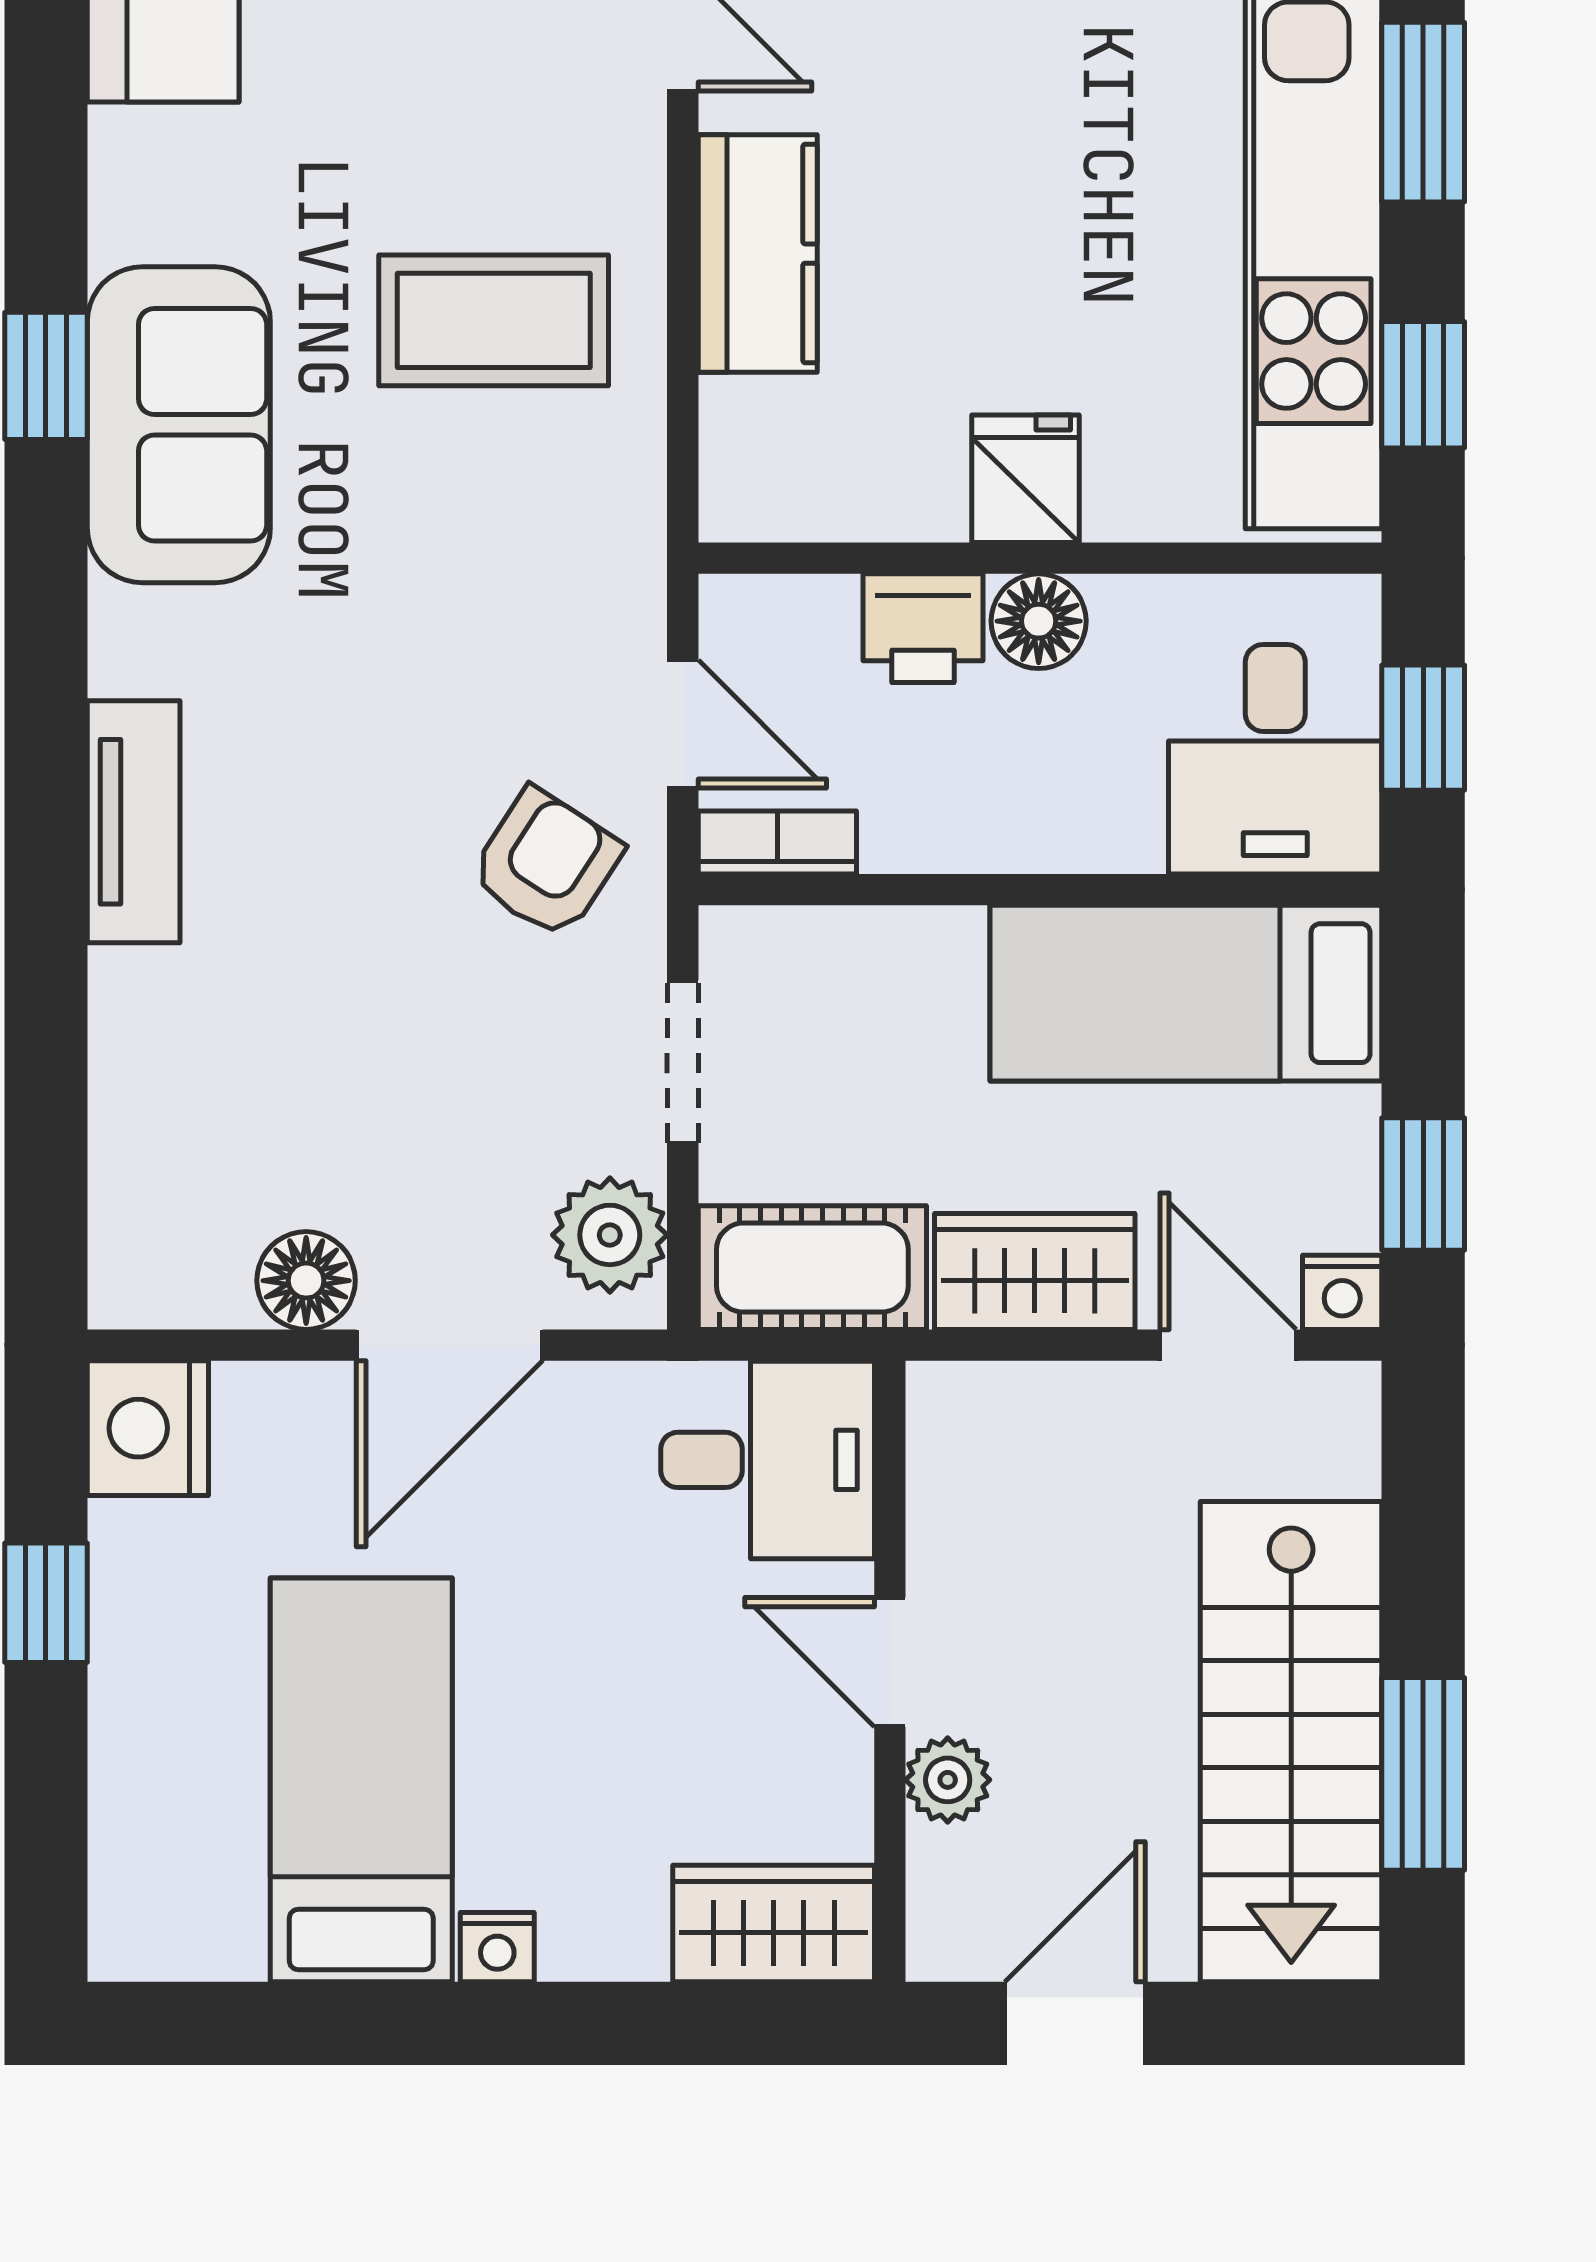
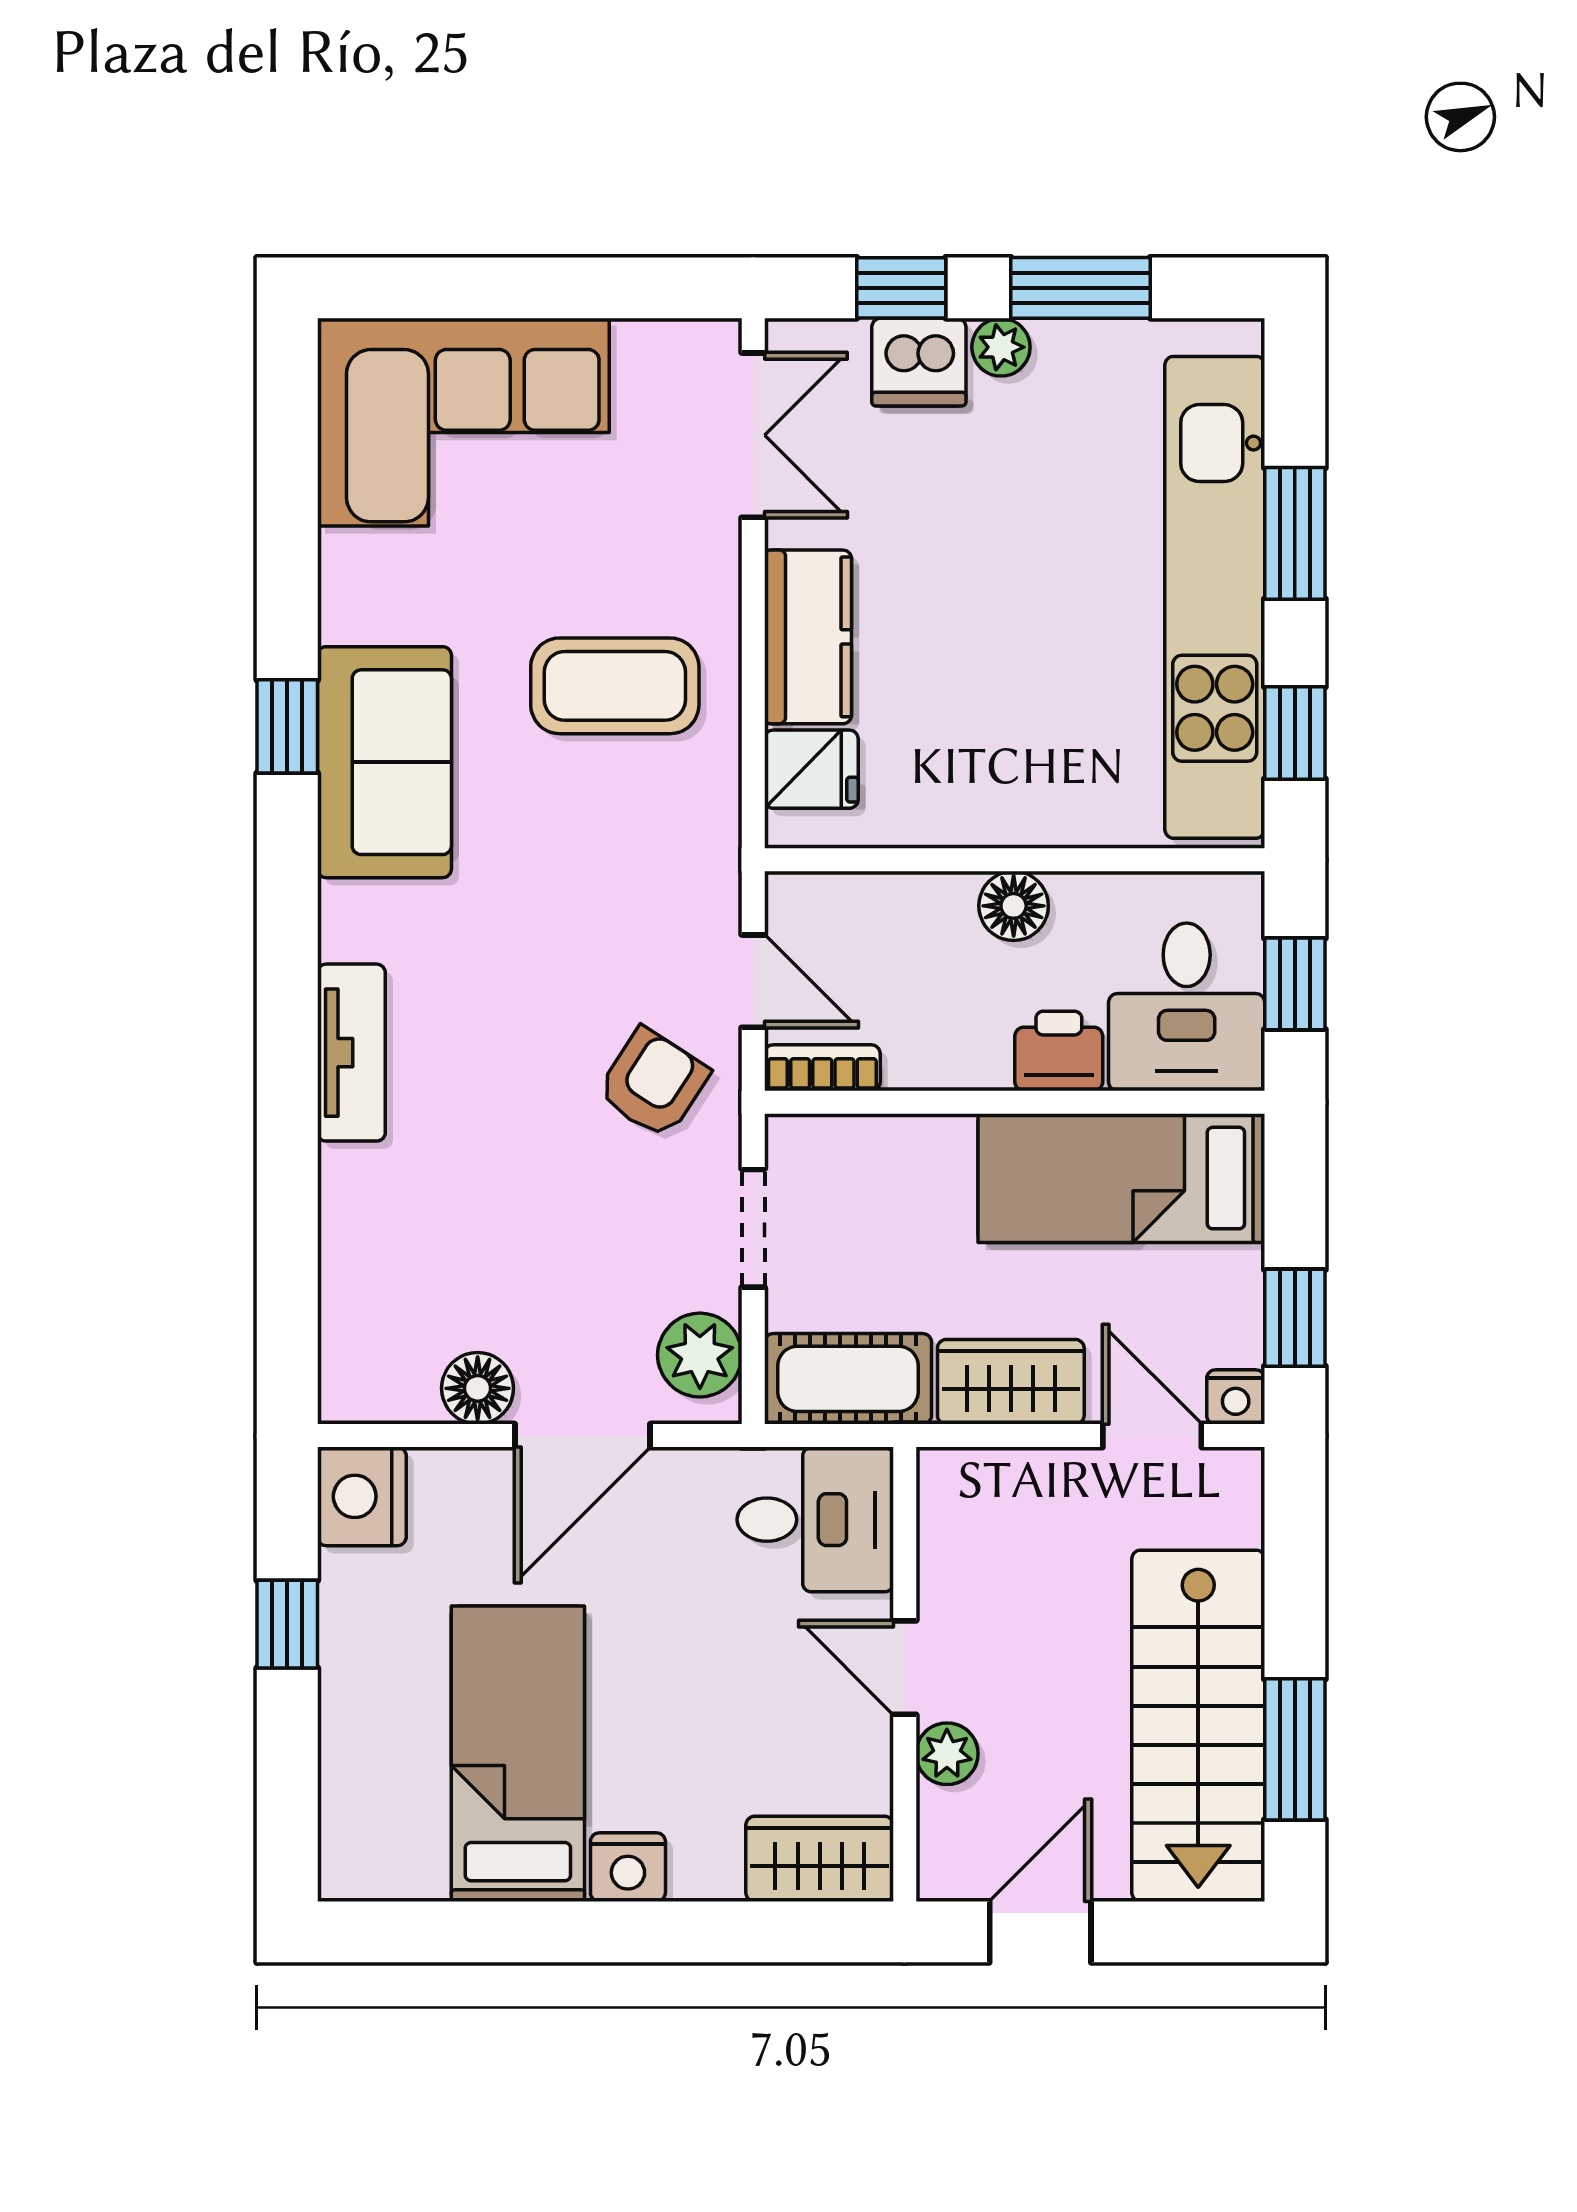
fridge: (1025, 479) -> (811, 769), moved, turned 90
printer: (923, 628) -> (1059, 1051), moved, turned 180
nightstand: (497, 1947) -> (628, 1867), width x1.39, depth x1.35

